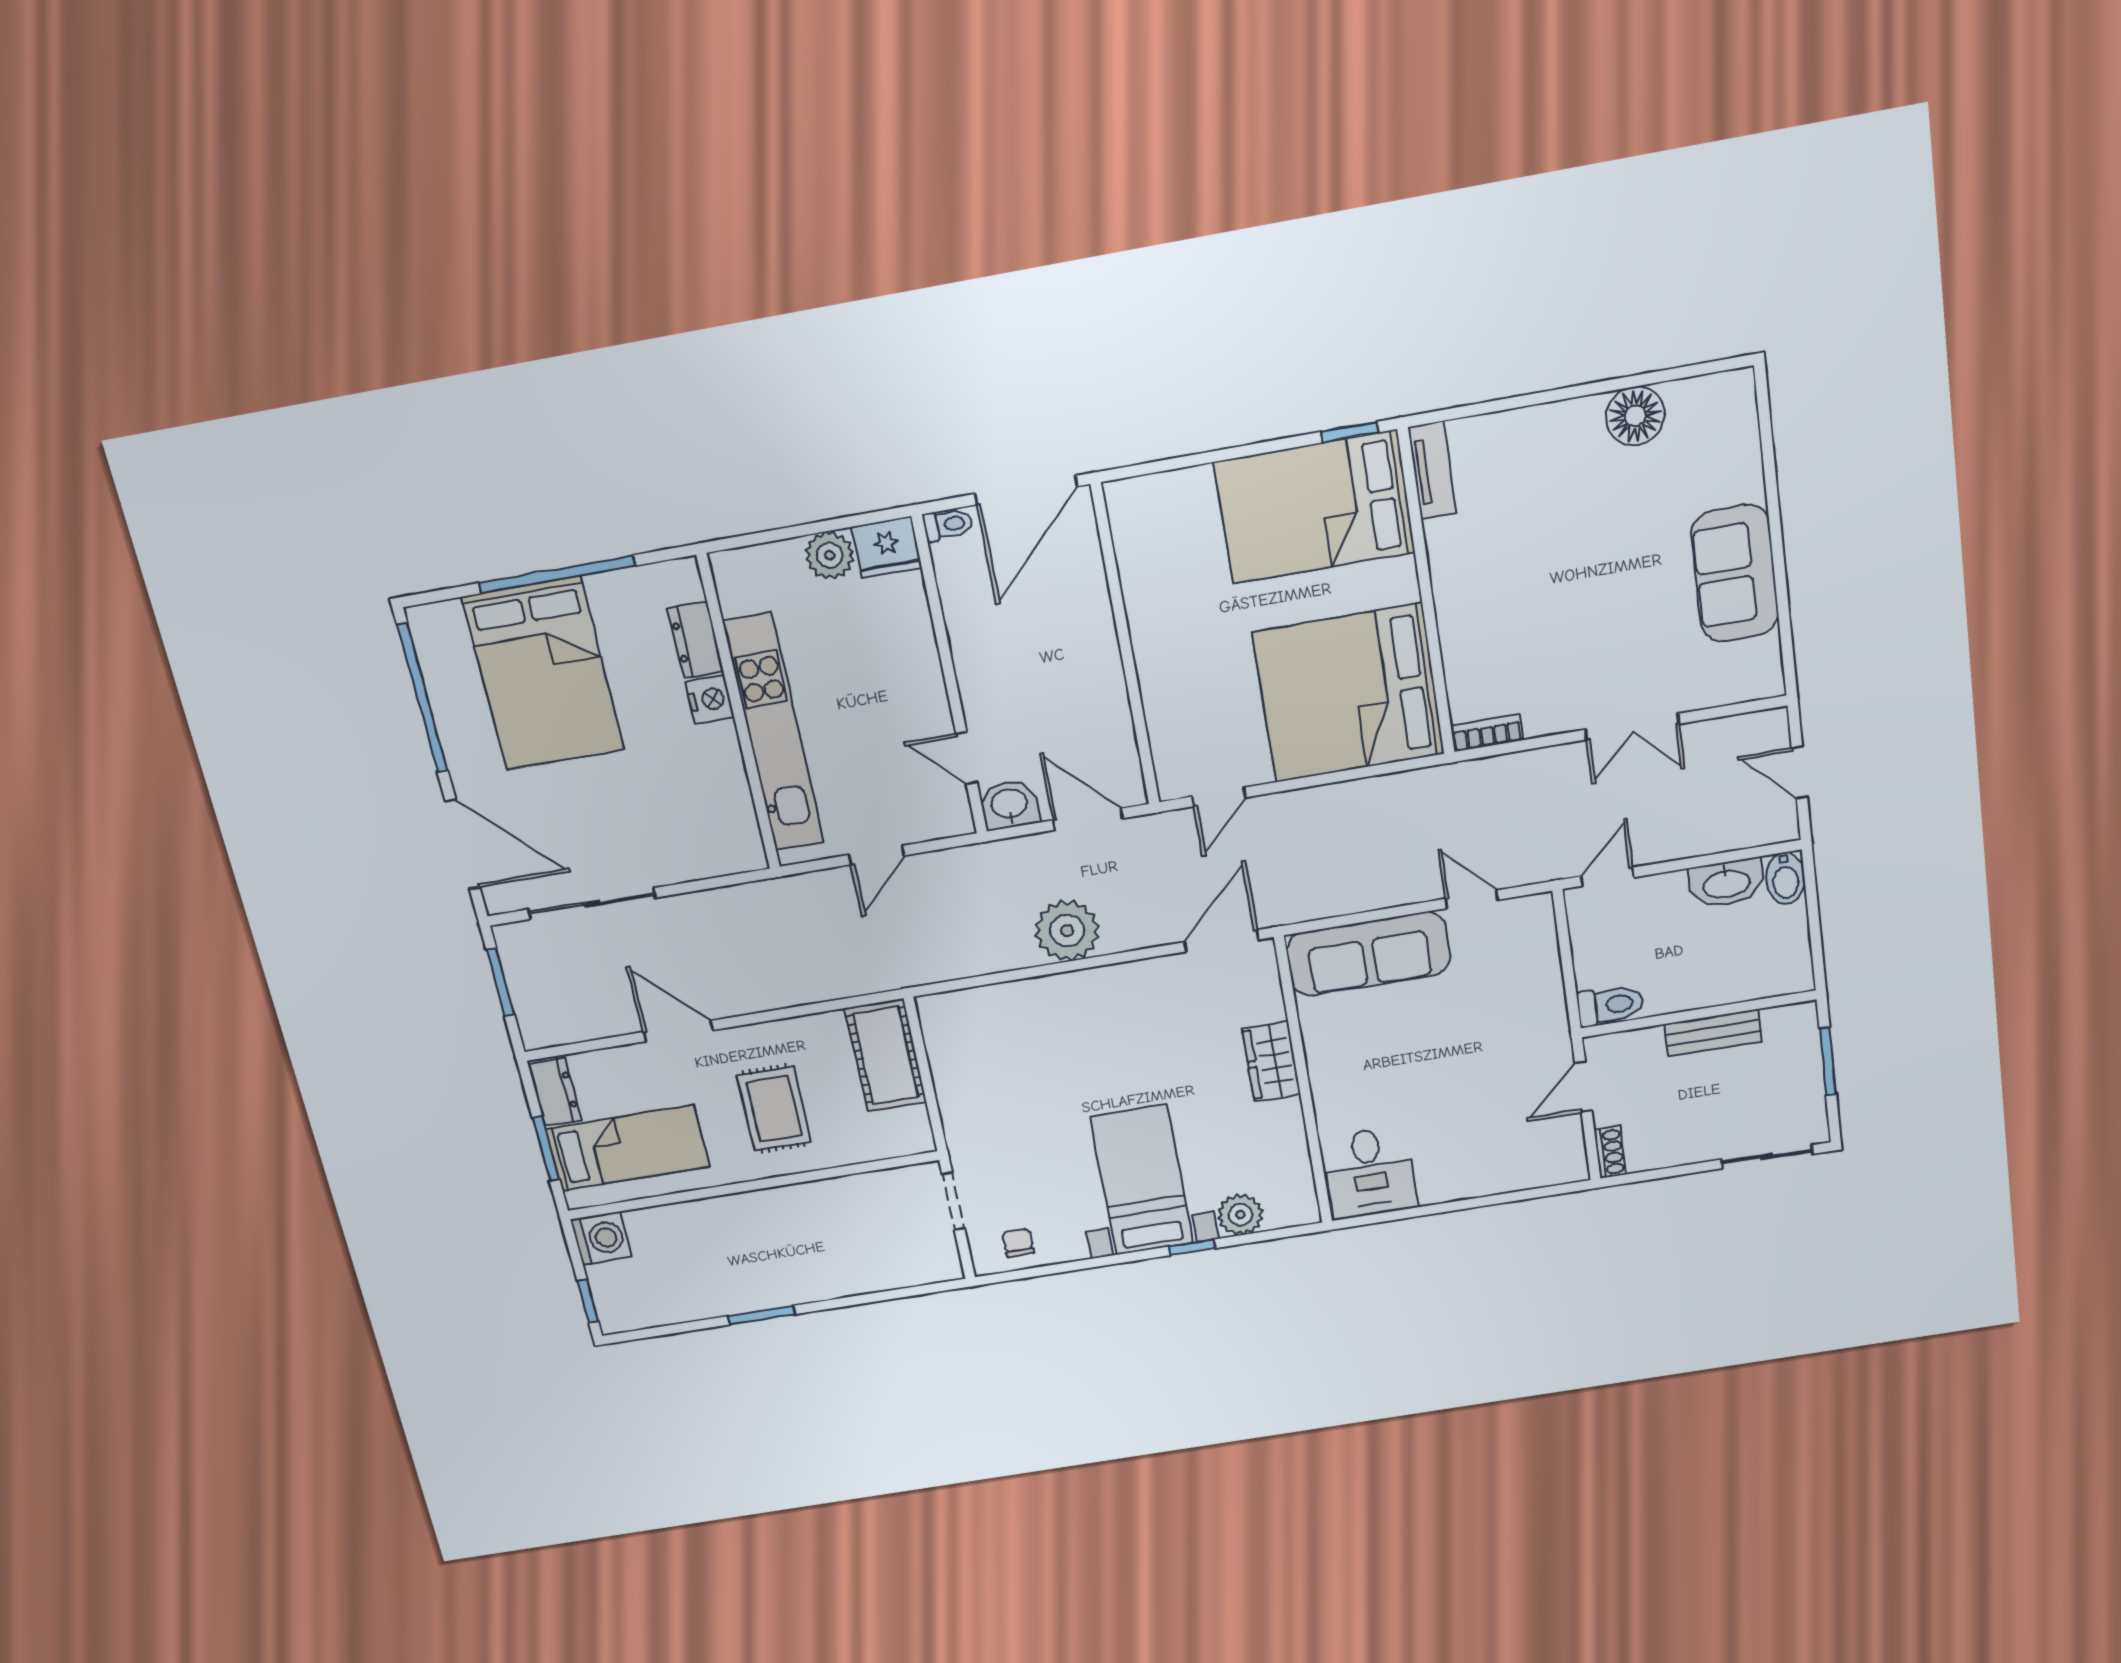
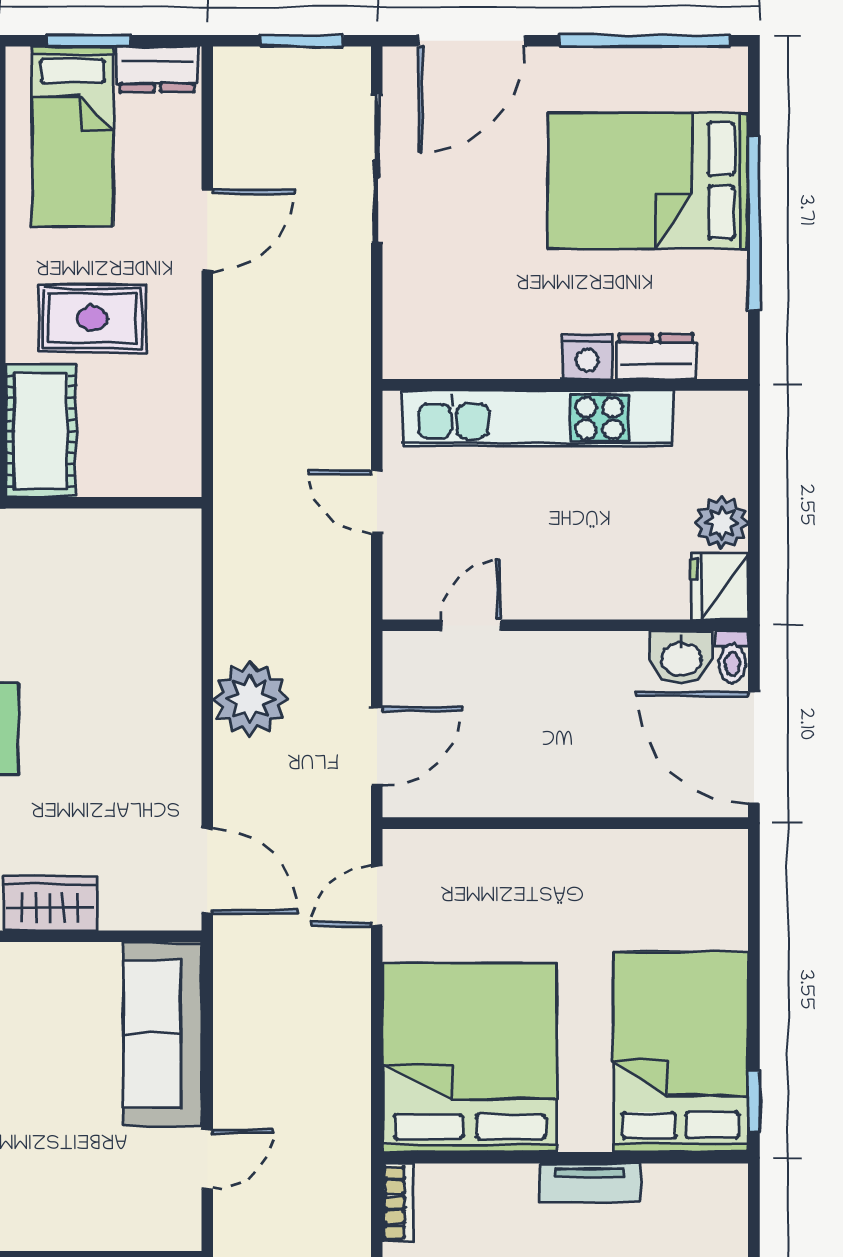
tv unit: (1432, 471) -> (590, 1183), moved
door: (1219, 797) -> (377, 896), hinge flipped
washbasin: (1009, 805) -> (681, 657), moved, turned 90
cot: (886, 1055) -> (41, 431), moved, turned 90

